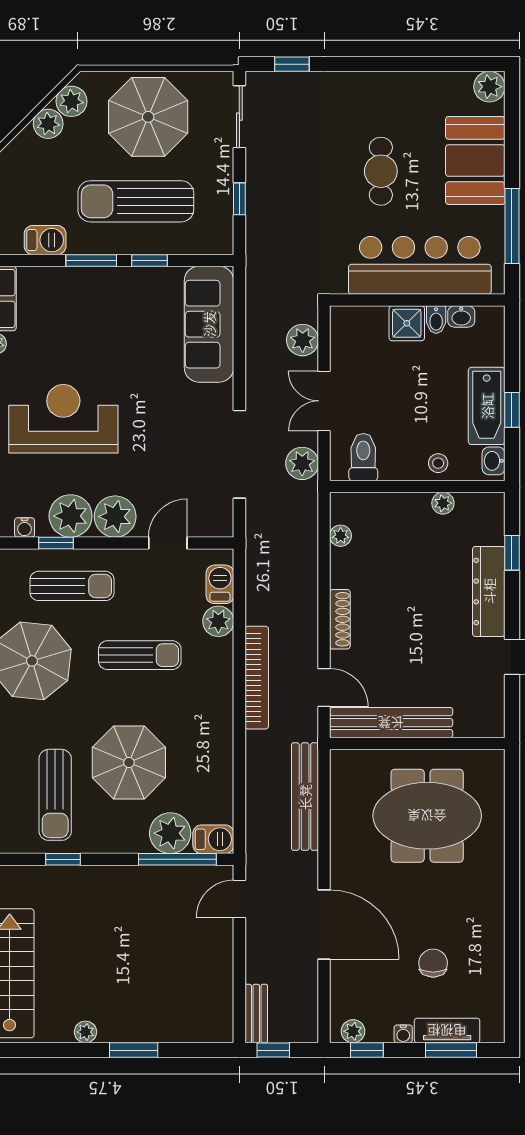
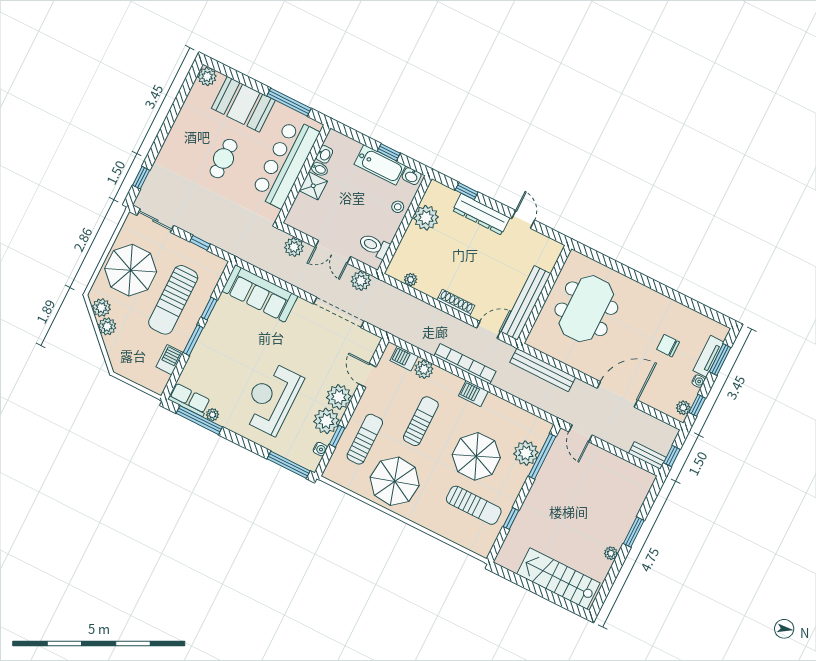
cafe table: (381, 171) -> (224, 159), turned 90
plant: (443, 503) -> (426, 218), width x1.88, depth x1.88
barbecue: (213, 839) -> (473, 394), moved, turned -90

